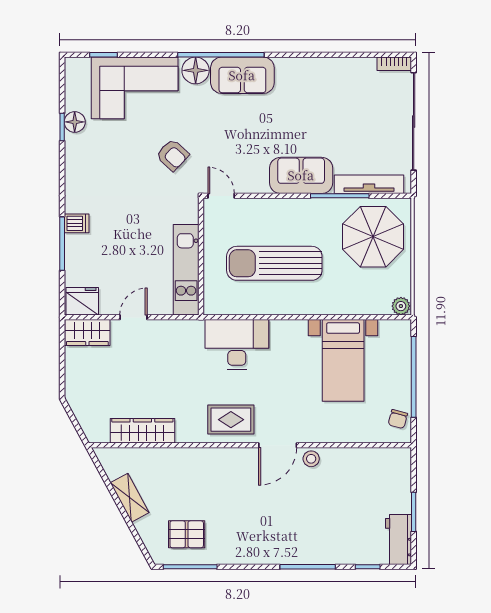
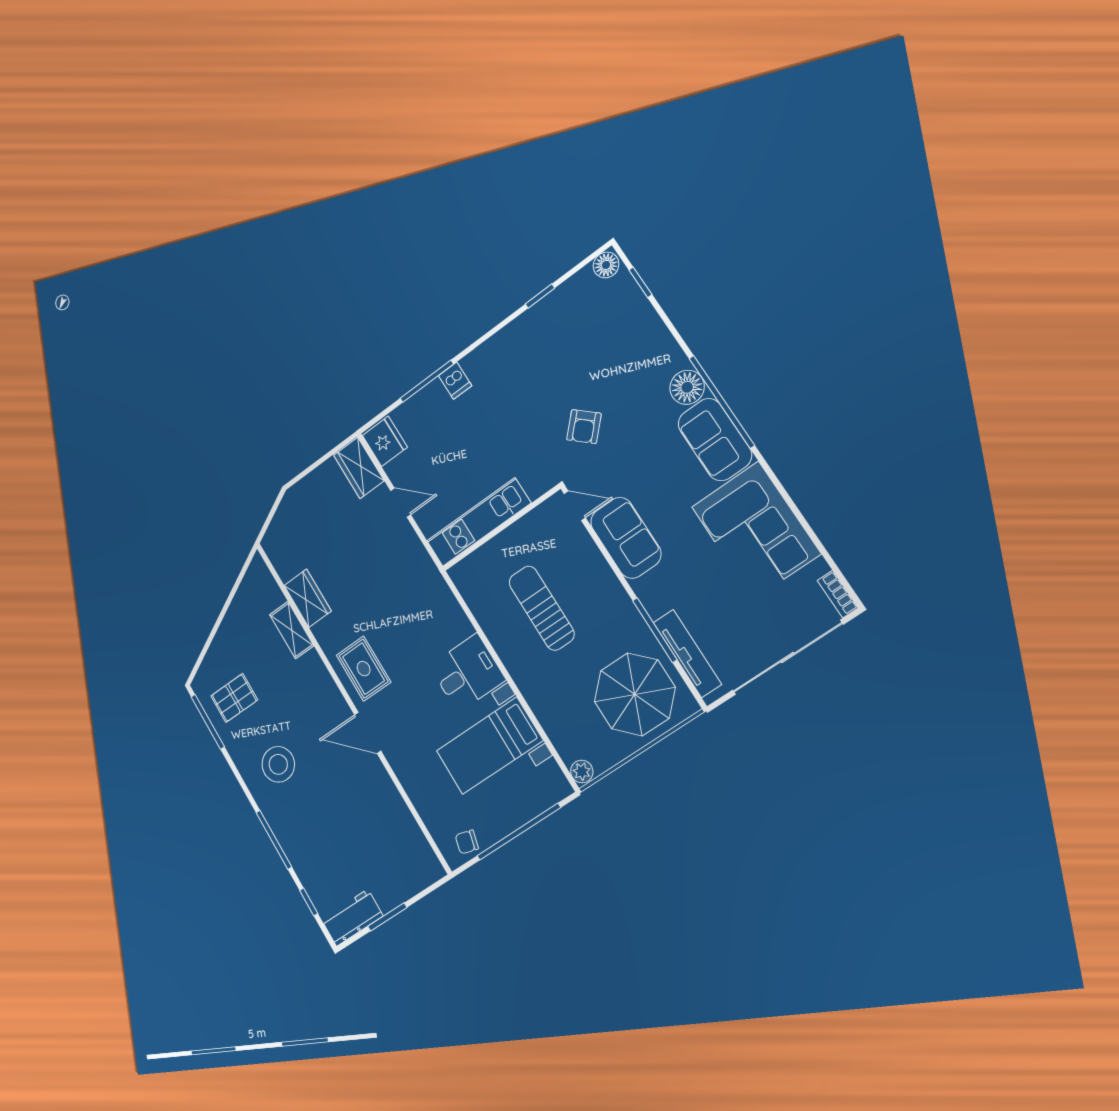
corner sofa: (135, 88) -> (756, 530), moved
floor lamp: (75, 122) -> (606, 265), moved
sofa: (301, 175) -> (626, 538), moved
door: (221, 196) -> (575, 506), hinge flipped
sun lounger: (274, 263) -> (542, 608), width x0.73, depth x0.75
desk: (237, 344) -> (467, 673), moved, width x0.73
wardrobe: (142, 431) -> (308, 598), width x0.67
stool: (311, 459) -> (278, 764), moved, width x1.89, depth x1.89
shelving: (130, 498) -> (292, 630), moved, turned -62
pallet: (187, 534) -> (234, 698), turned 90

